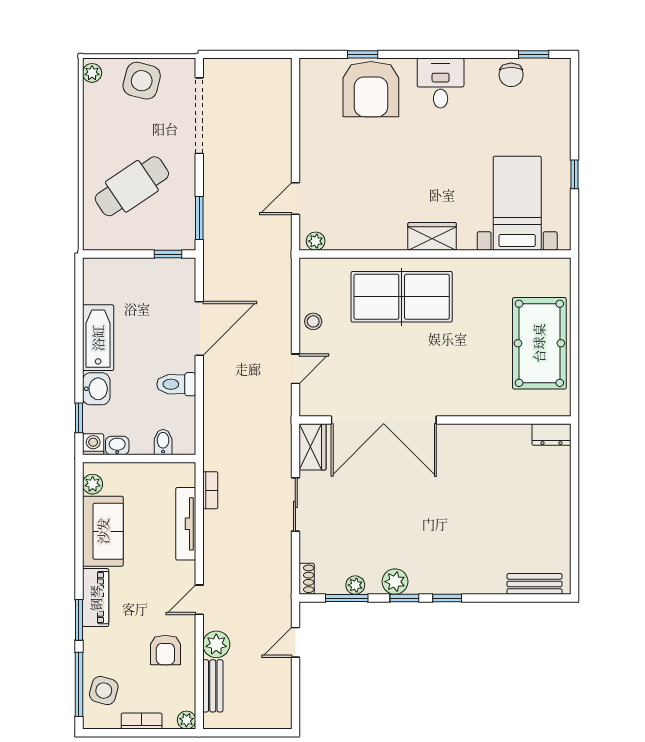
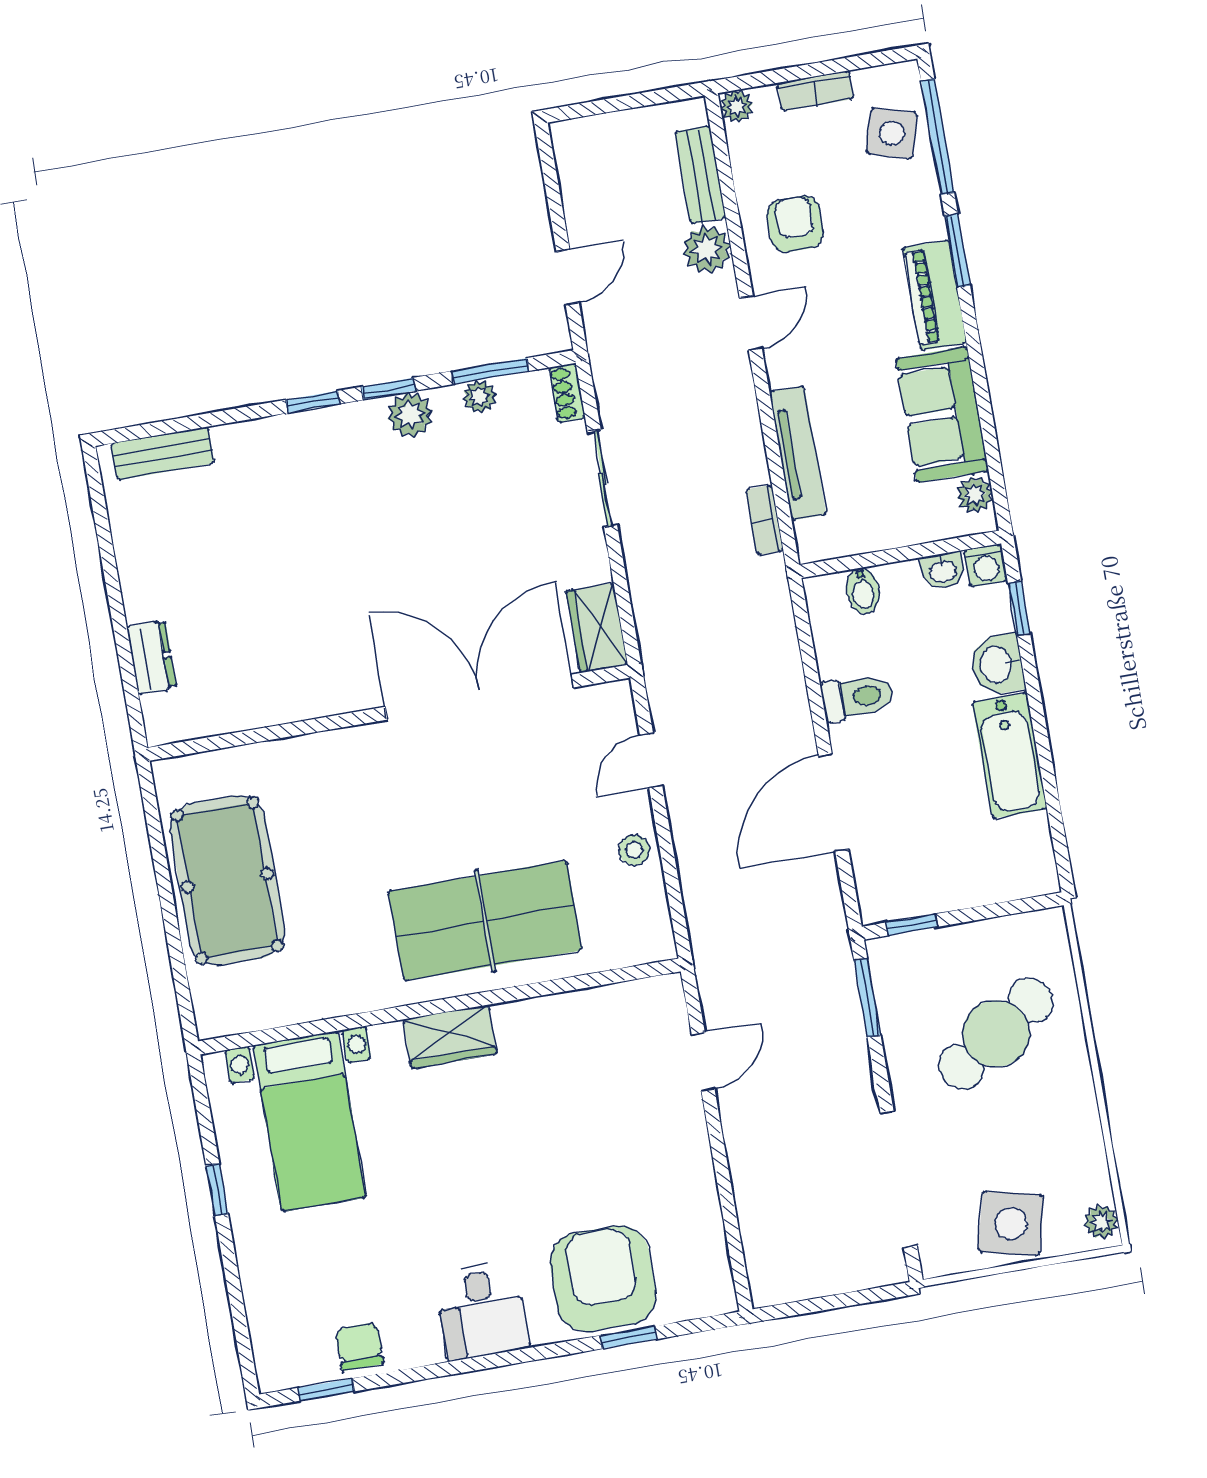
plant: (316, 241) -> (654, 993), removed
dresser: (551, 435) -> (151, 657), moved, turned 90
sliding door: (295, 504) -> (602, 478), moved

